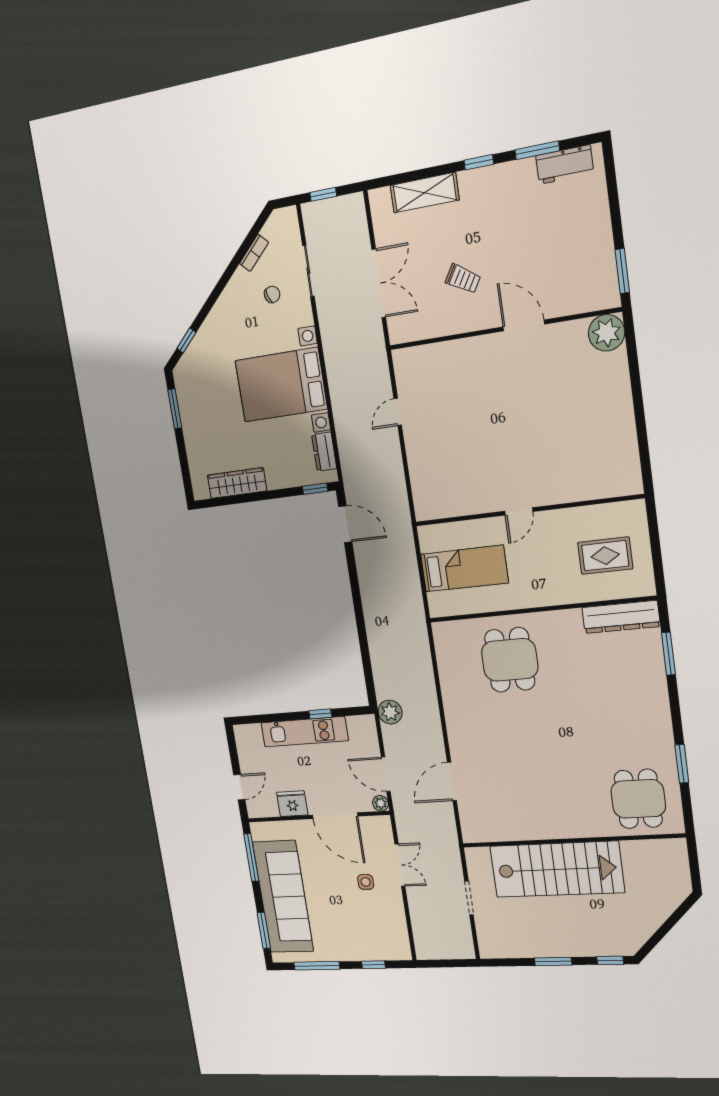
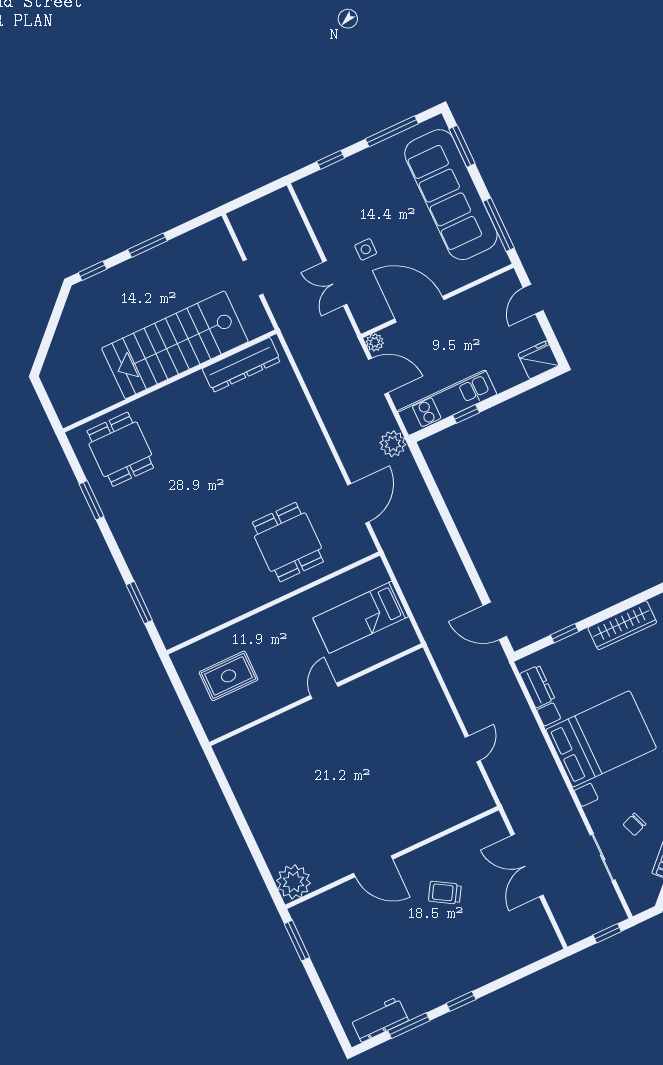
shelving: (425, 193) -> (506, 961), removed
window: (315, 489) -> (565, 633), moved
dresser: (621, 617) -> (242, 365), moved, turned 180
kitchen unit: (304, 732) -> (447, 403), moved
door: (452, 781) -> (358, 503), moved
fridge: (292, 804) -> (538, 360), moved, turned 180

